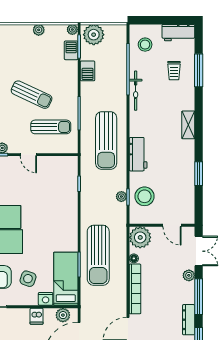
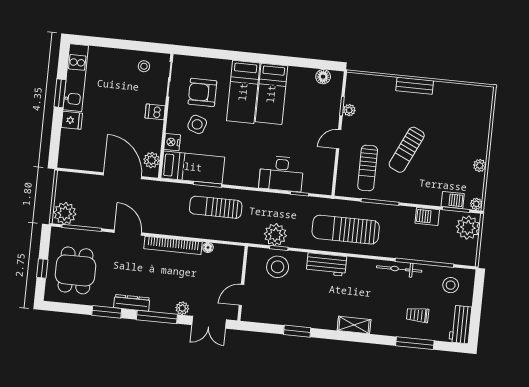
plant: (121, 197) -> (275, 235), width x1.88, depth x1.88
desk: (63, 201) -> (281, 174), added
plant: (140, 237) -> (231, 257), removed
sun lounger: (98, 255) -> (216, 207), width x0.73, depth x0.75
dishwasher: (37, 316) -> (155, 112), moved

